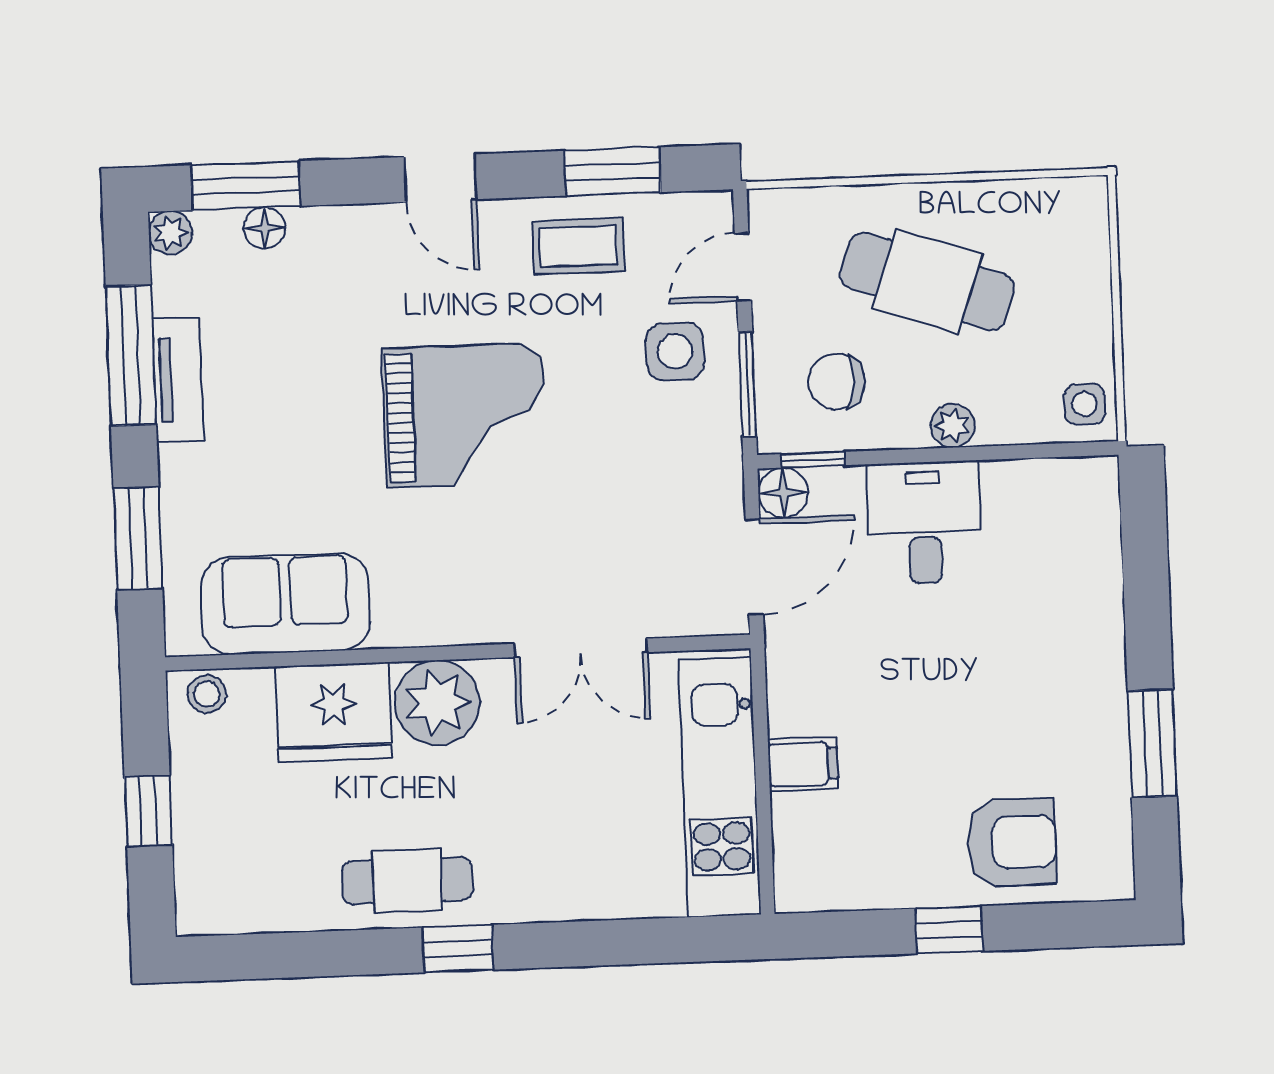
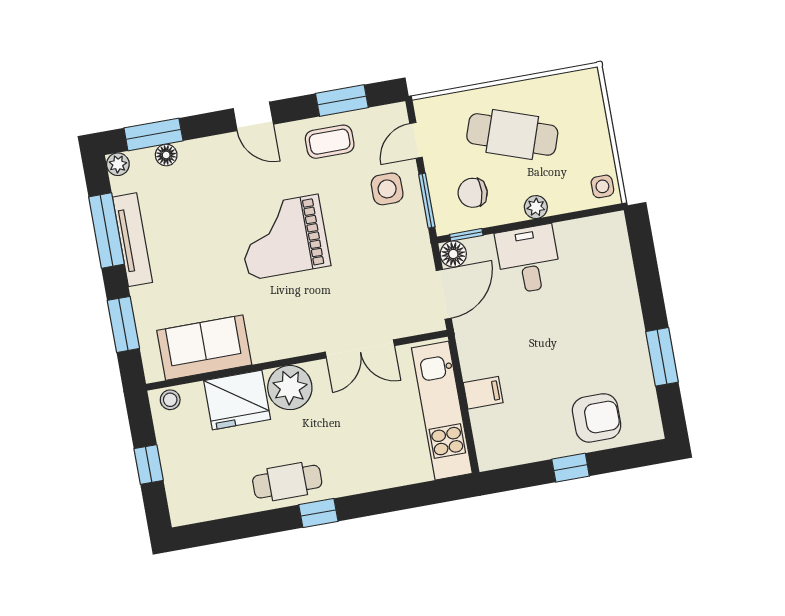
tv unit: (178, 380) -> (133, 240), width x1.41
grand piano: (465, 415) -> (283, 237), turned 180

